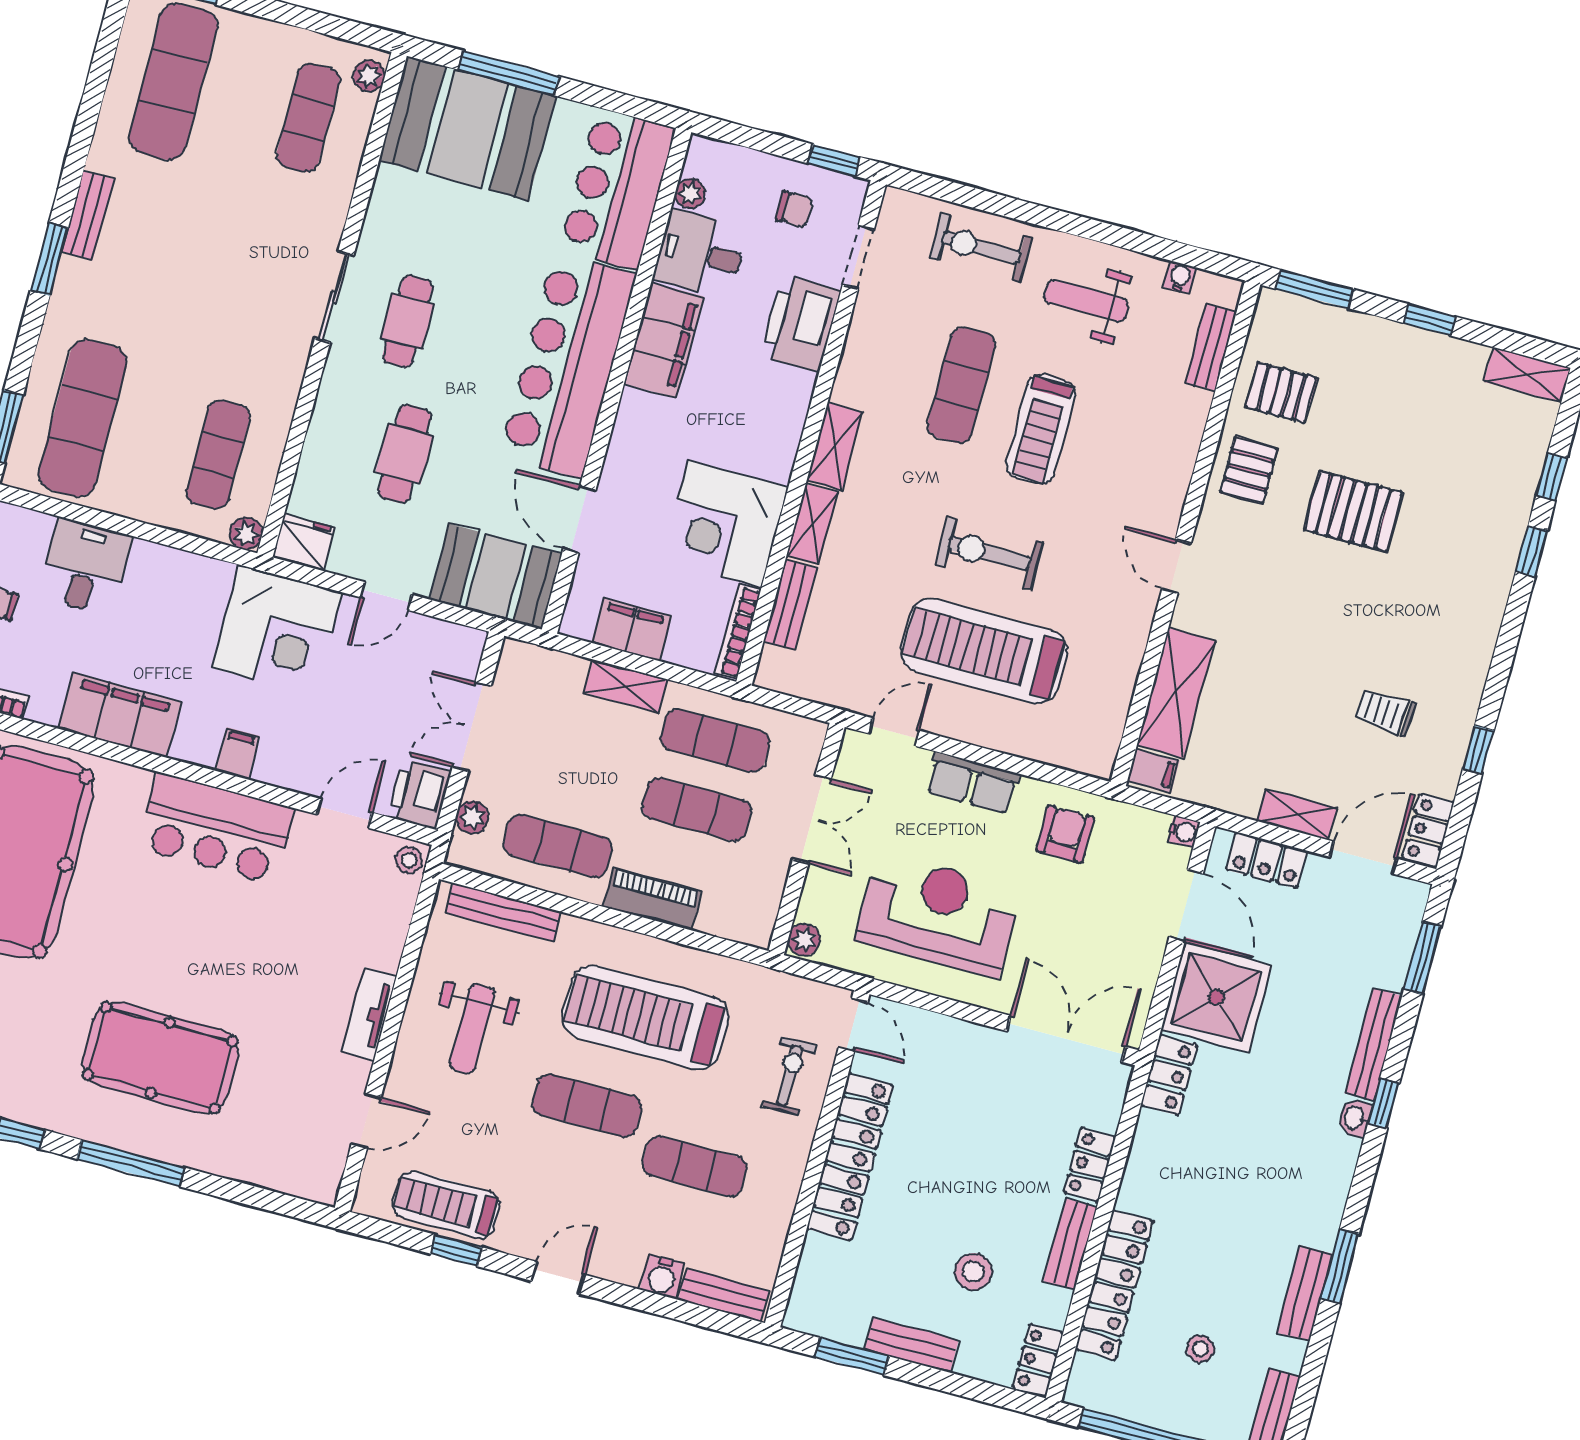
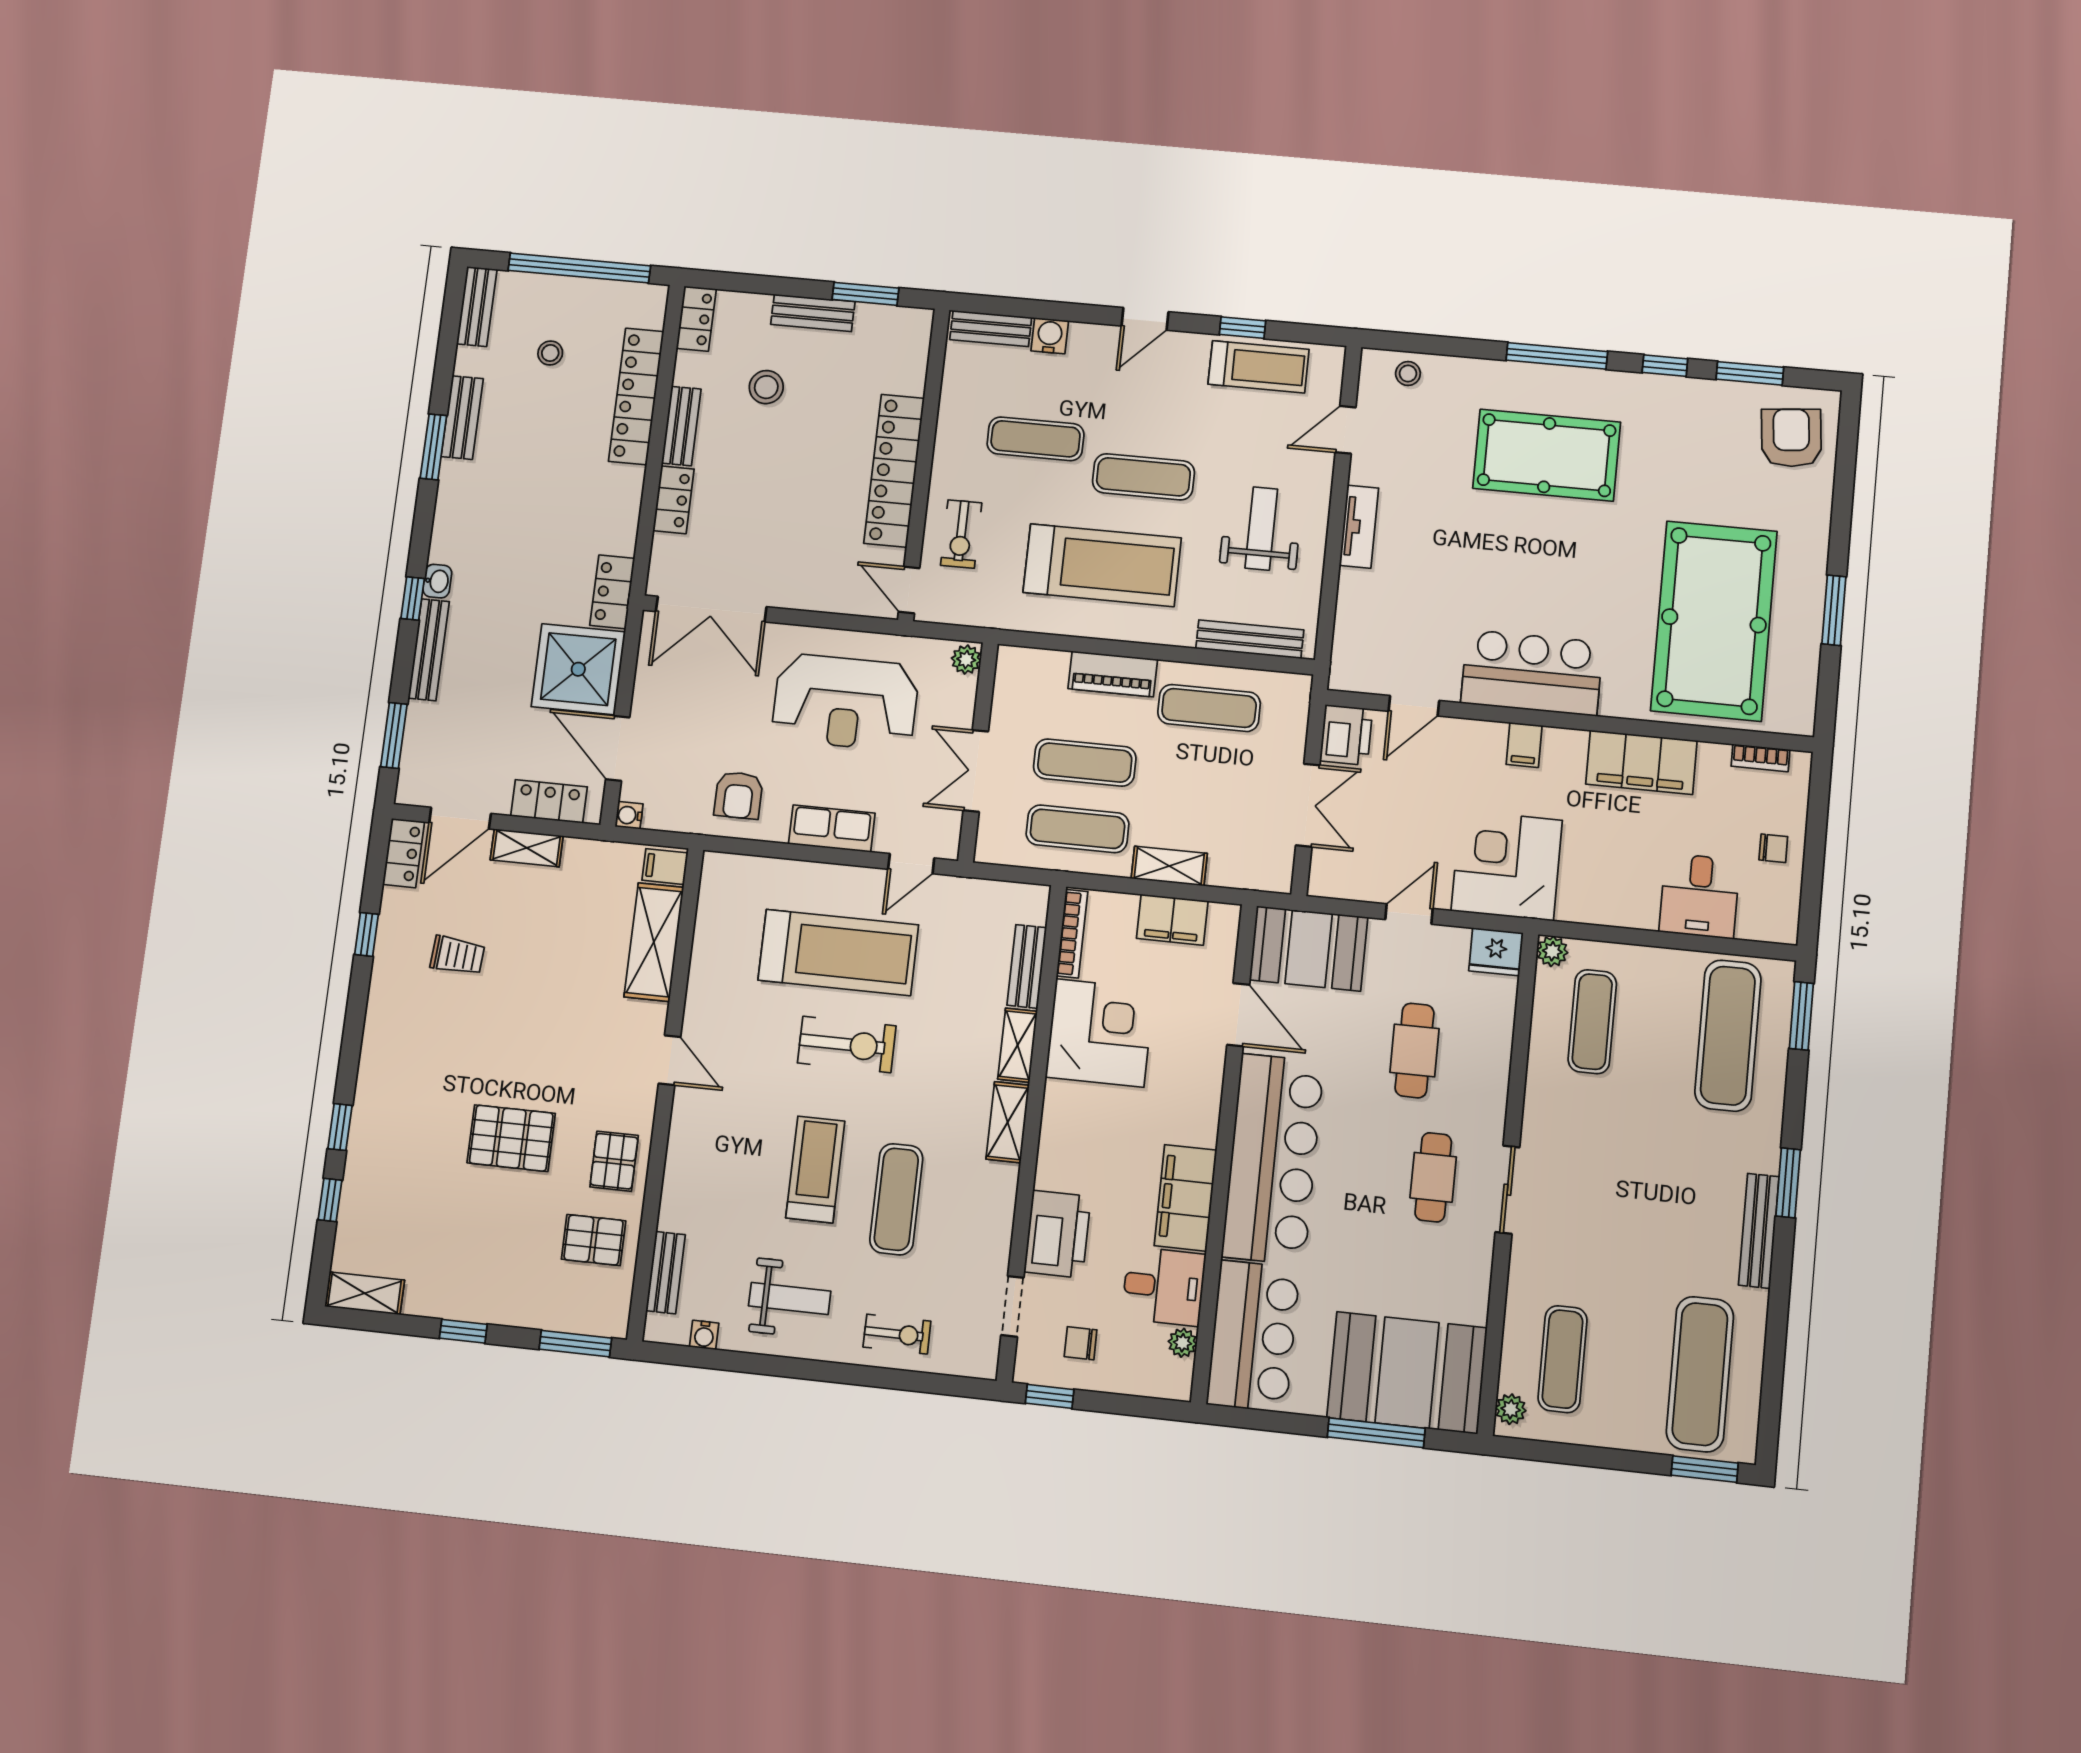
bench: (88, 216) -> (1759, 1231), width x1.36
exercise bike: (981, 247) -> (897, 1334), width x0.73, depth x0.72
plant: (472, 817) -> (1293, 722), removed
stool: (409, 860) -> (1408, 374), moved

